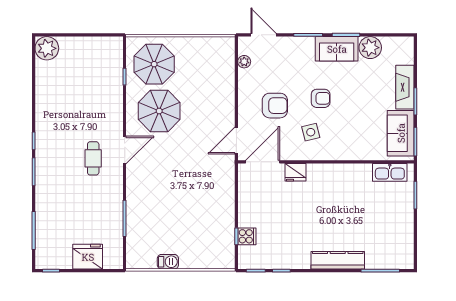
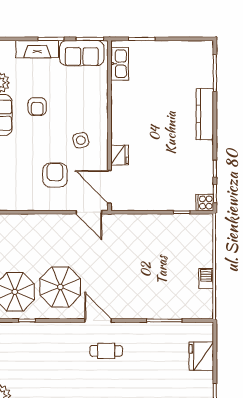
plant: (244, 62) -> (13, 205), removed
armchair: (321, 98) -> (37, 107), moved, turned 180
cooker: (247, 236) -> (205, 203), moved, turned -90

